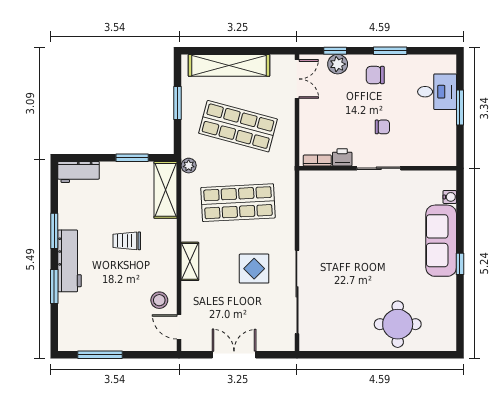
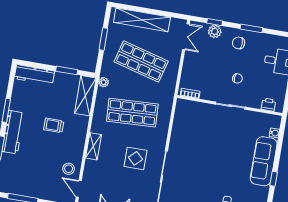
printer: (342, 157) -> (268, 105), moved
workbench: (79, 172) -> (34, 75), width x1.38

